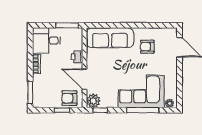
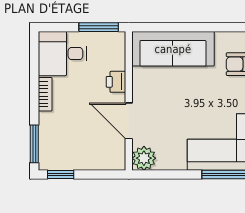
armchair: (69, 98) -> (103, 154), removed
window: (62, 110) -> (61, 174), moved
window: (100, 110) -> (156, 174), removed

